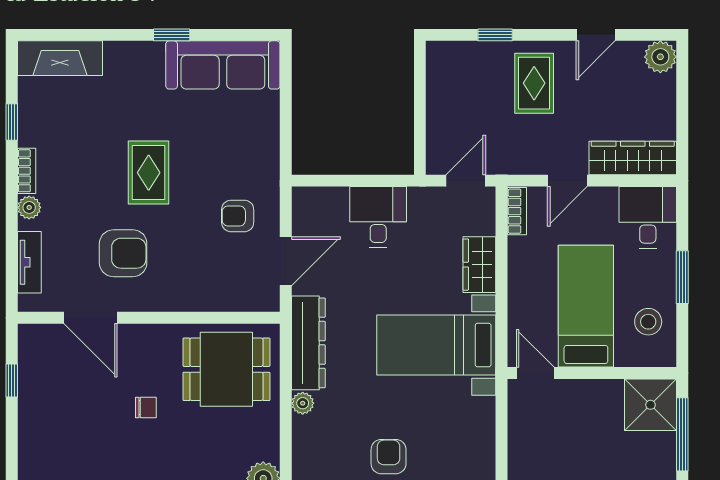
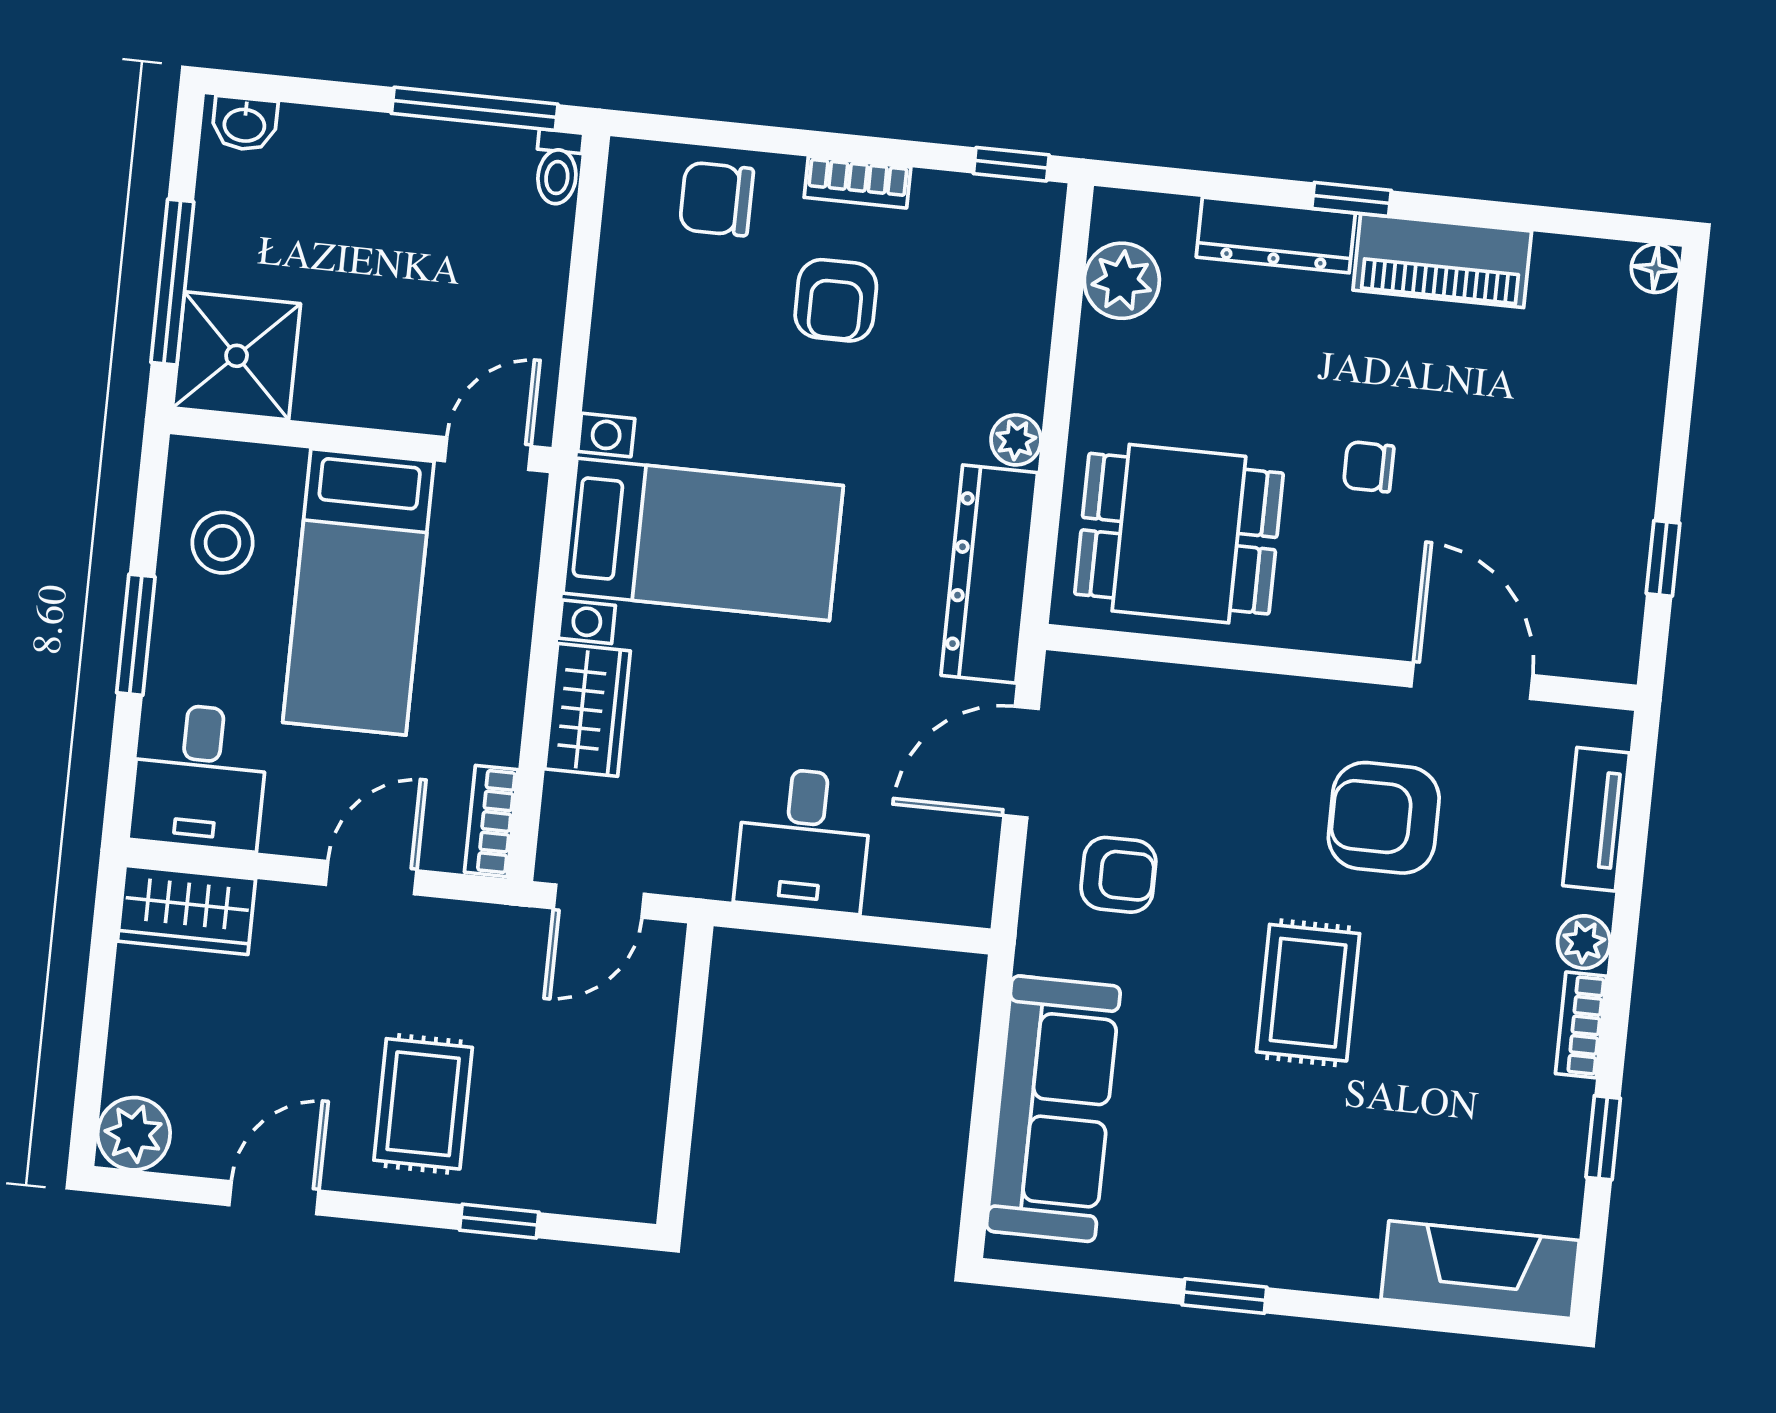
sofa: (223, 65) -> (1053, 1109), moved, turned 90
wardrobe: (633, 158) -> (187, 910), width x0.67
door: (535, 373) -> (488, 454), swing flipped

